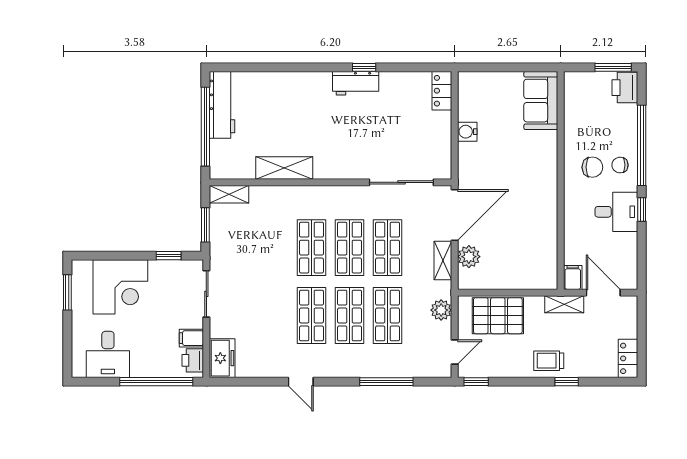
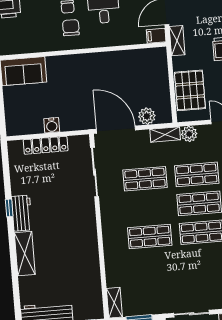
locker: (442, 91) -> (46, 145), moved, width x1.53
shelving: (284, 168) -> (25, 254), moved
shop shelf: (350, 248) -> (147, 208), removed
shelving: (443, 261) -> (165, 135), moved

